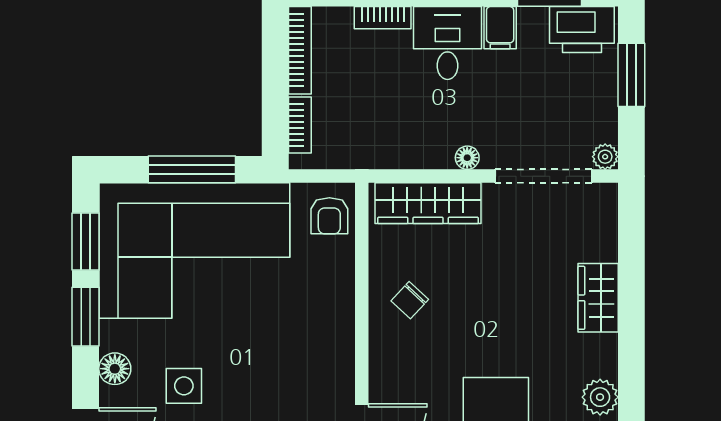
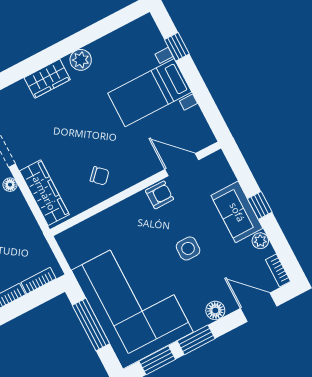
armchair: (329, 216) -> (160, 195), moved
side table: (184, 386) -> (188, 248), moved
plant: (600, 397) -> (81, 60), moved

